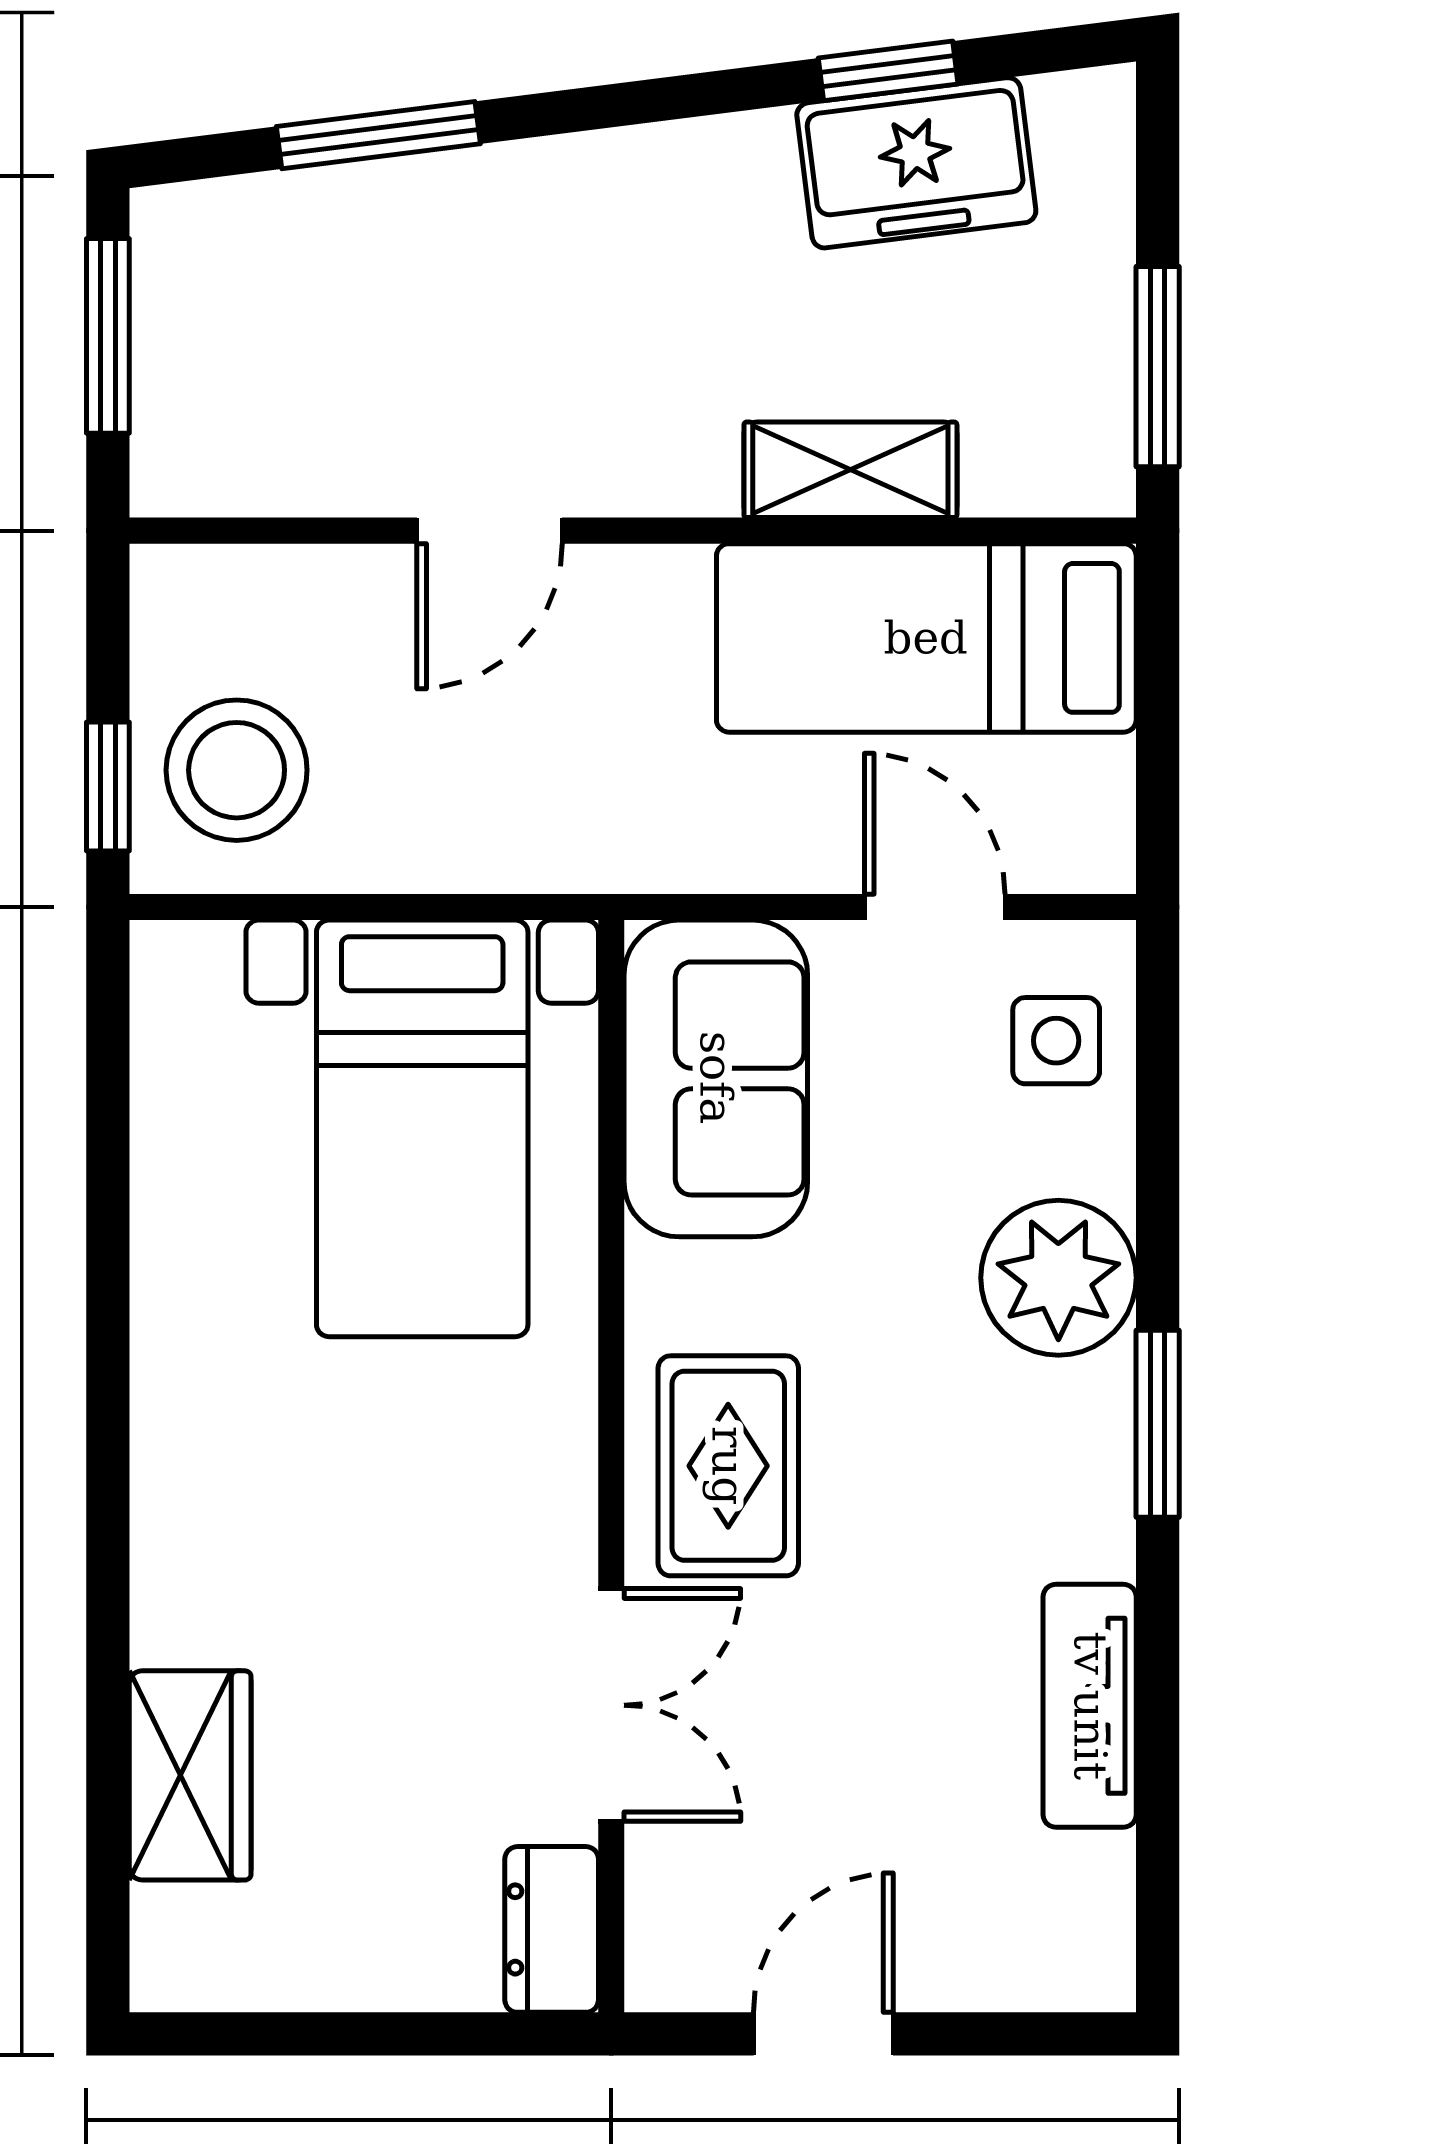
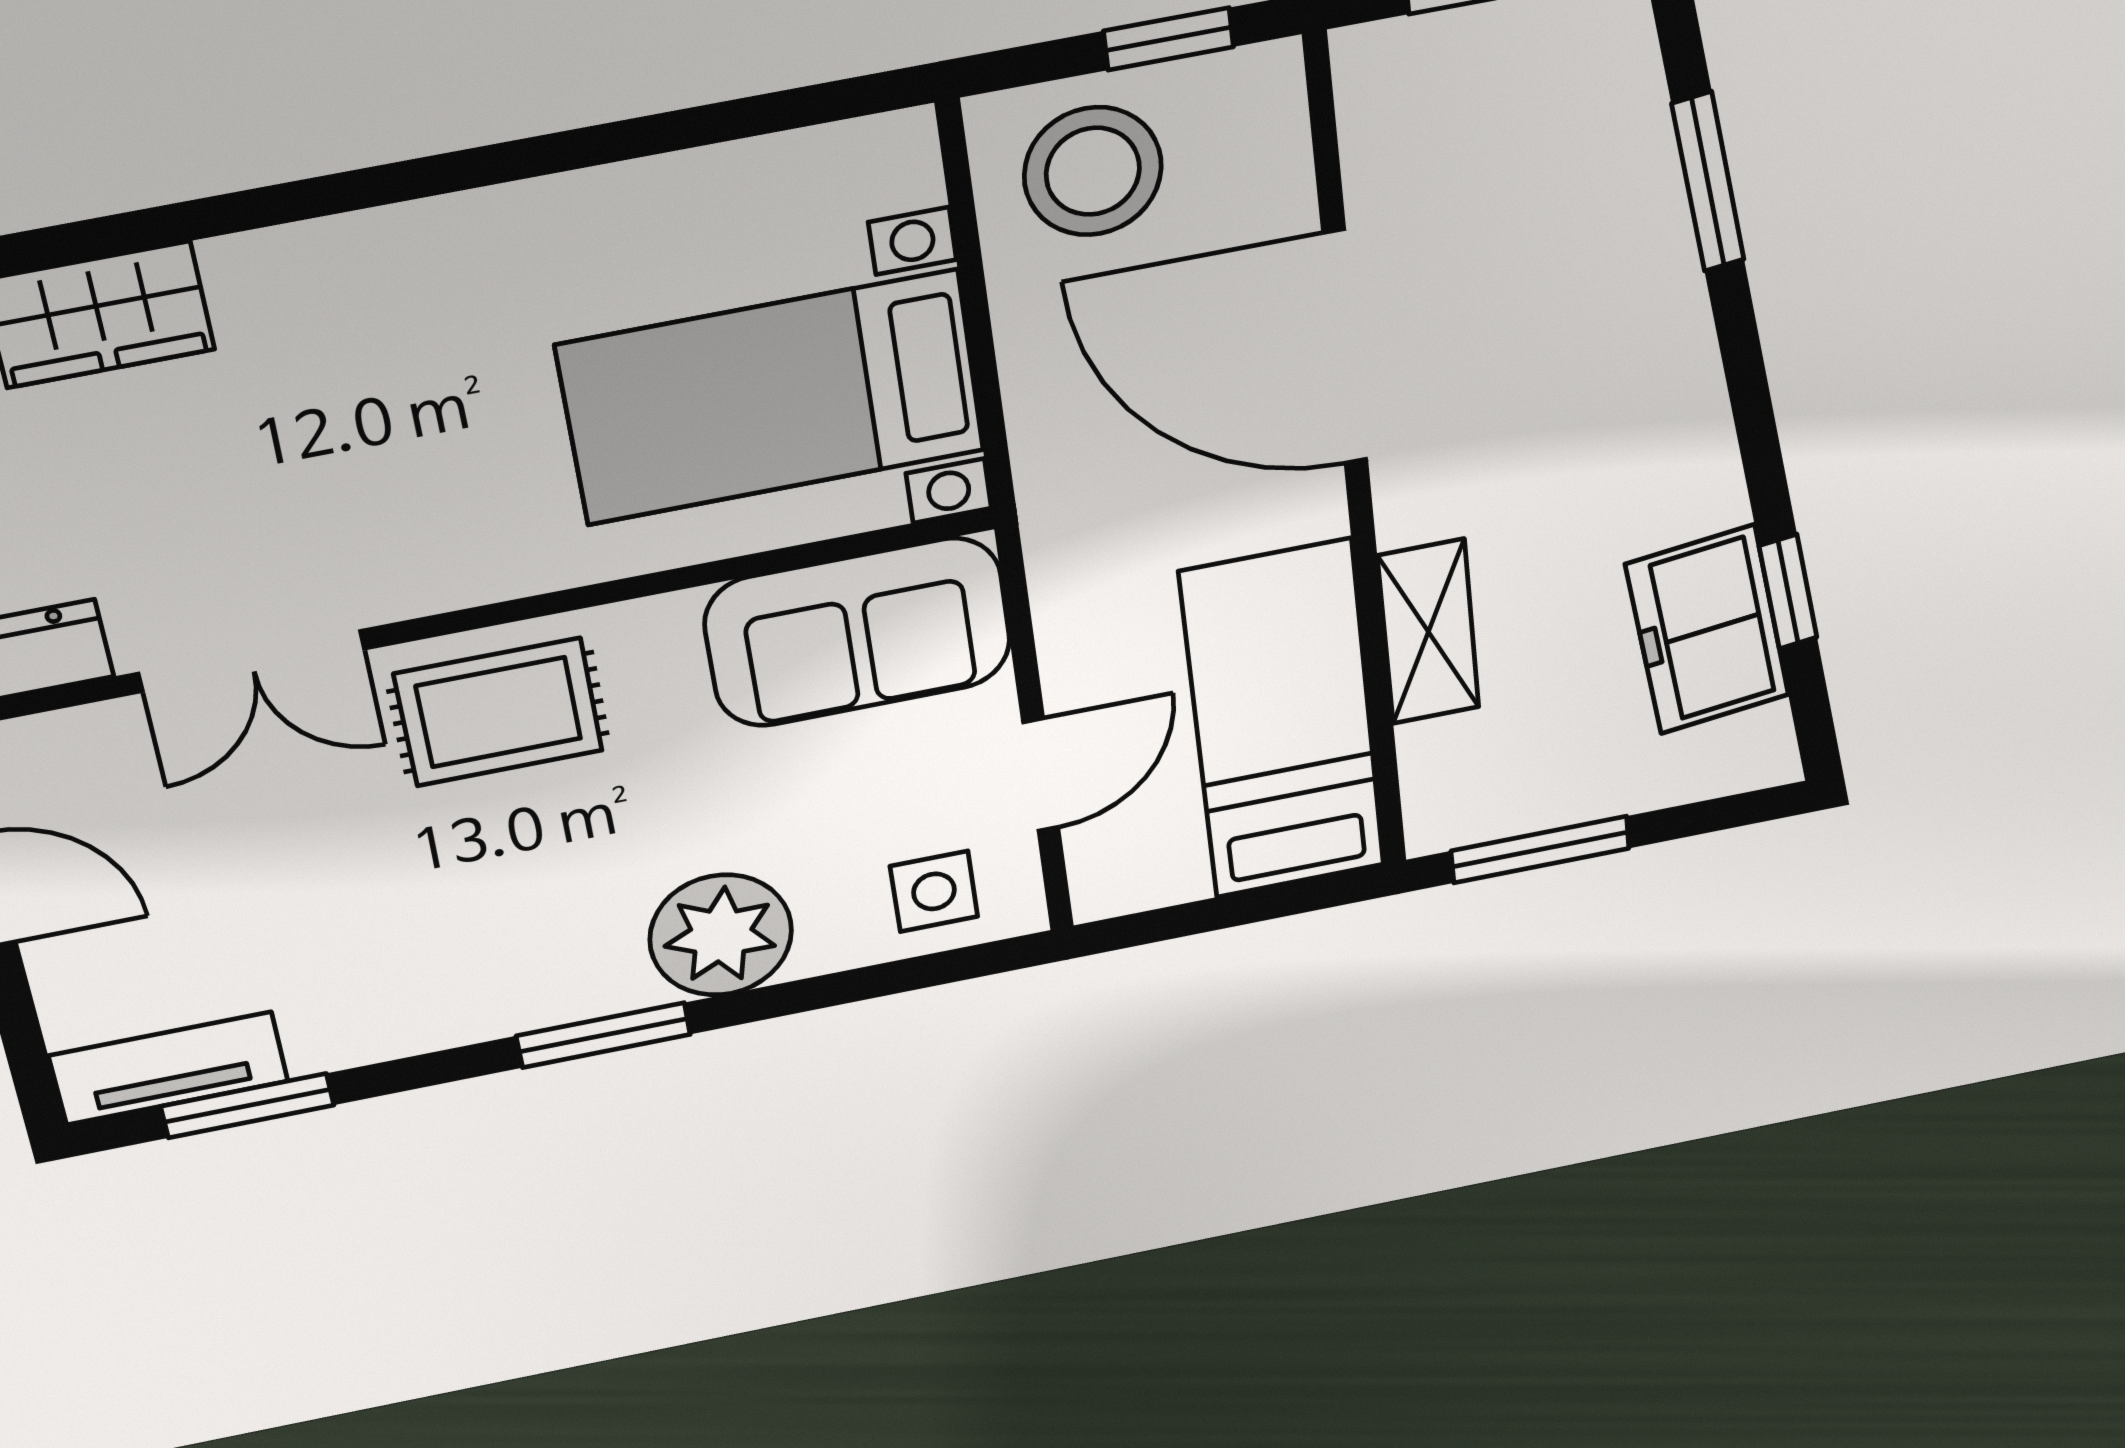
door: (489, 531) -> (1345, 347), width x1.87
window: (108, 786) -> (1169, 39), moved
tv unit: (1090, 1706) -> (169, 1068), moved
window: (1158, 1818) -> (247, 1106), added

